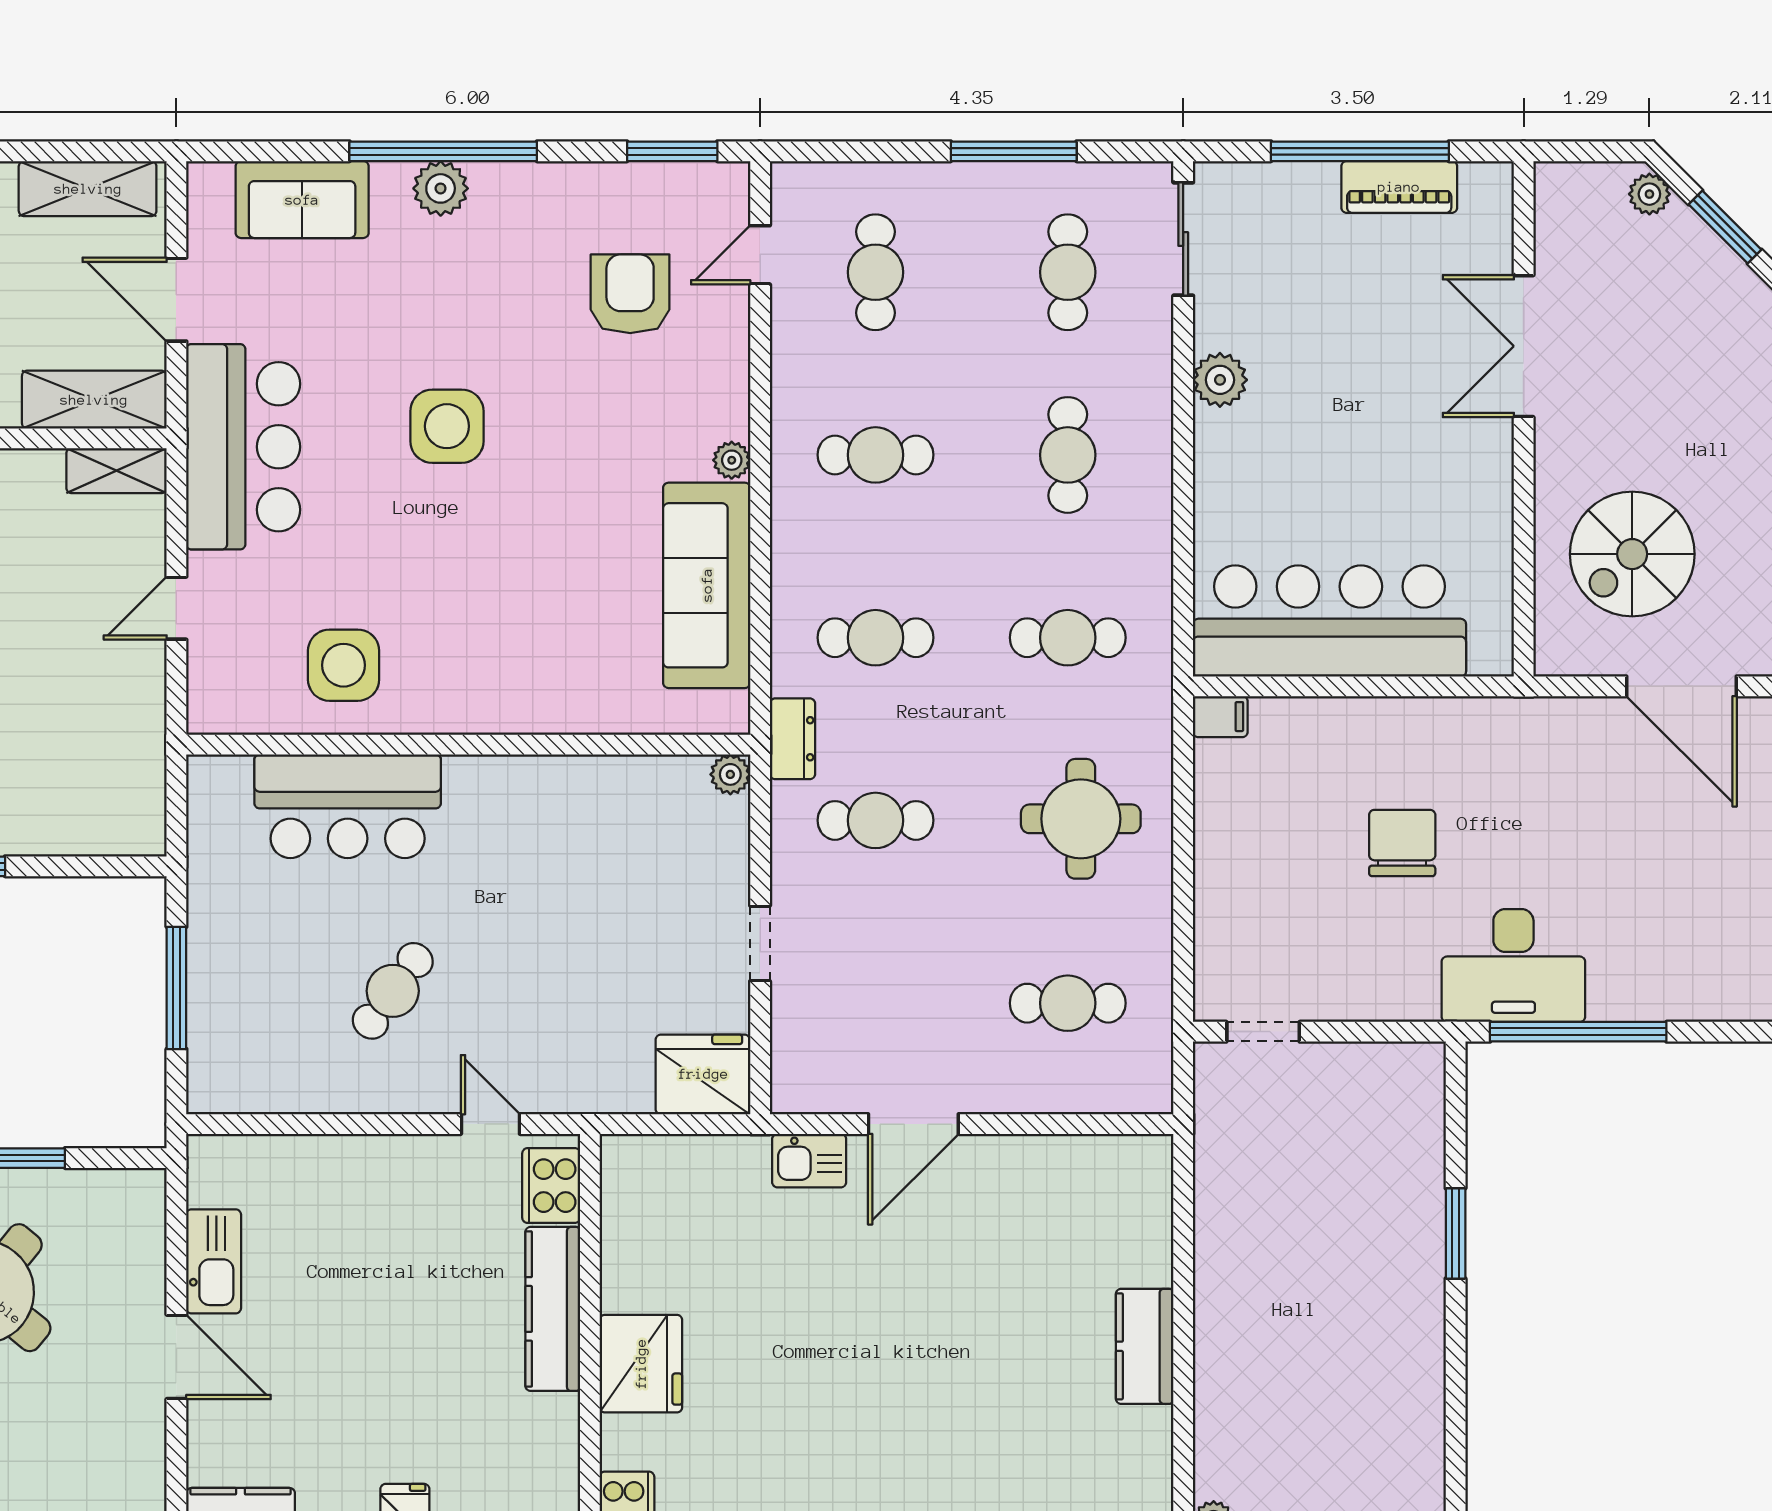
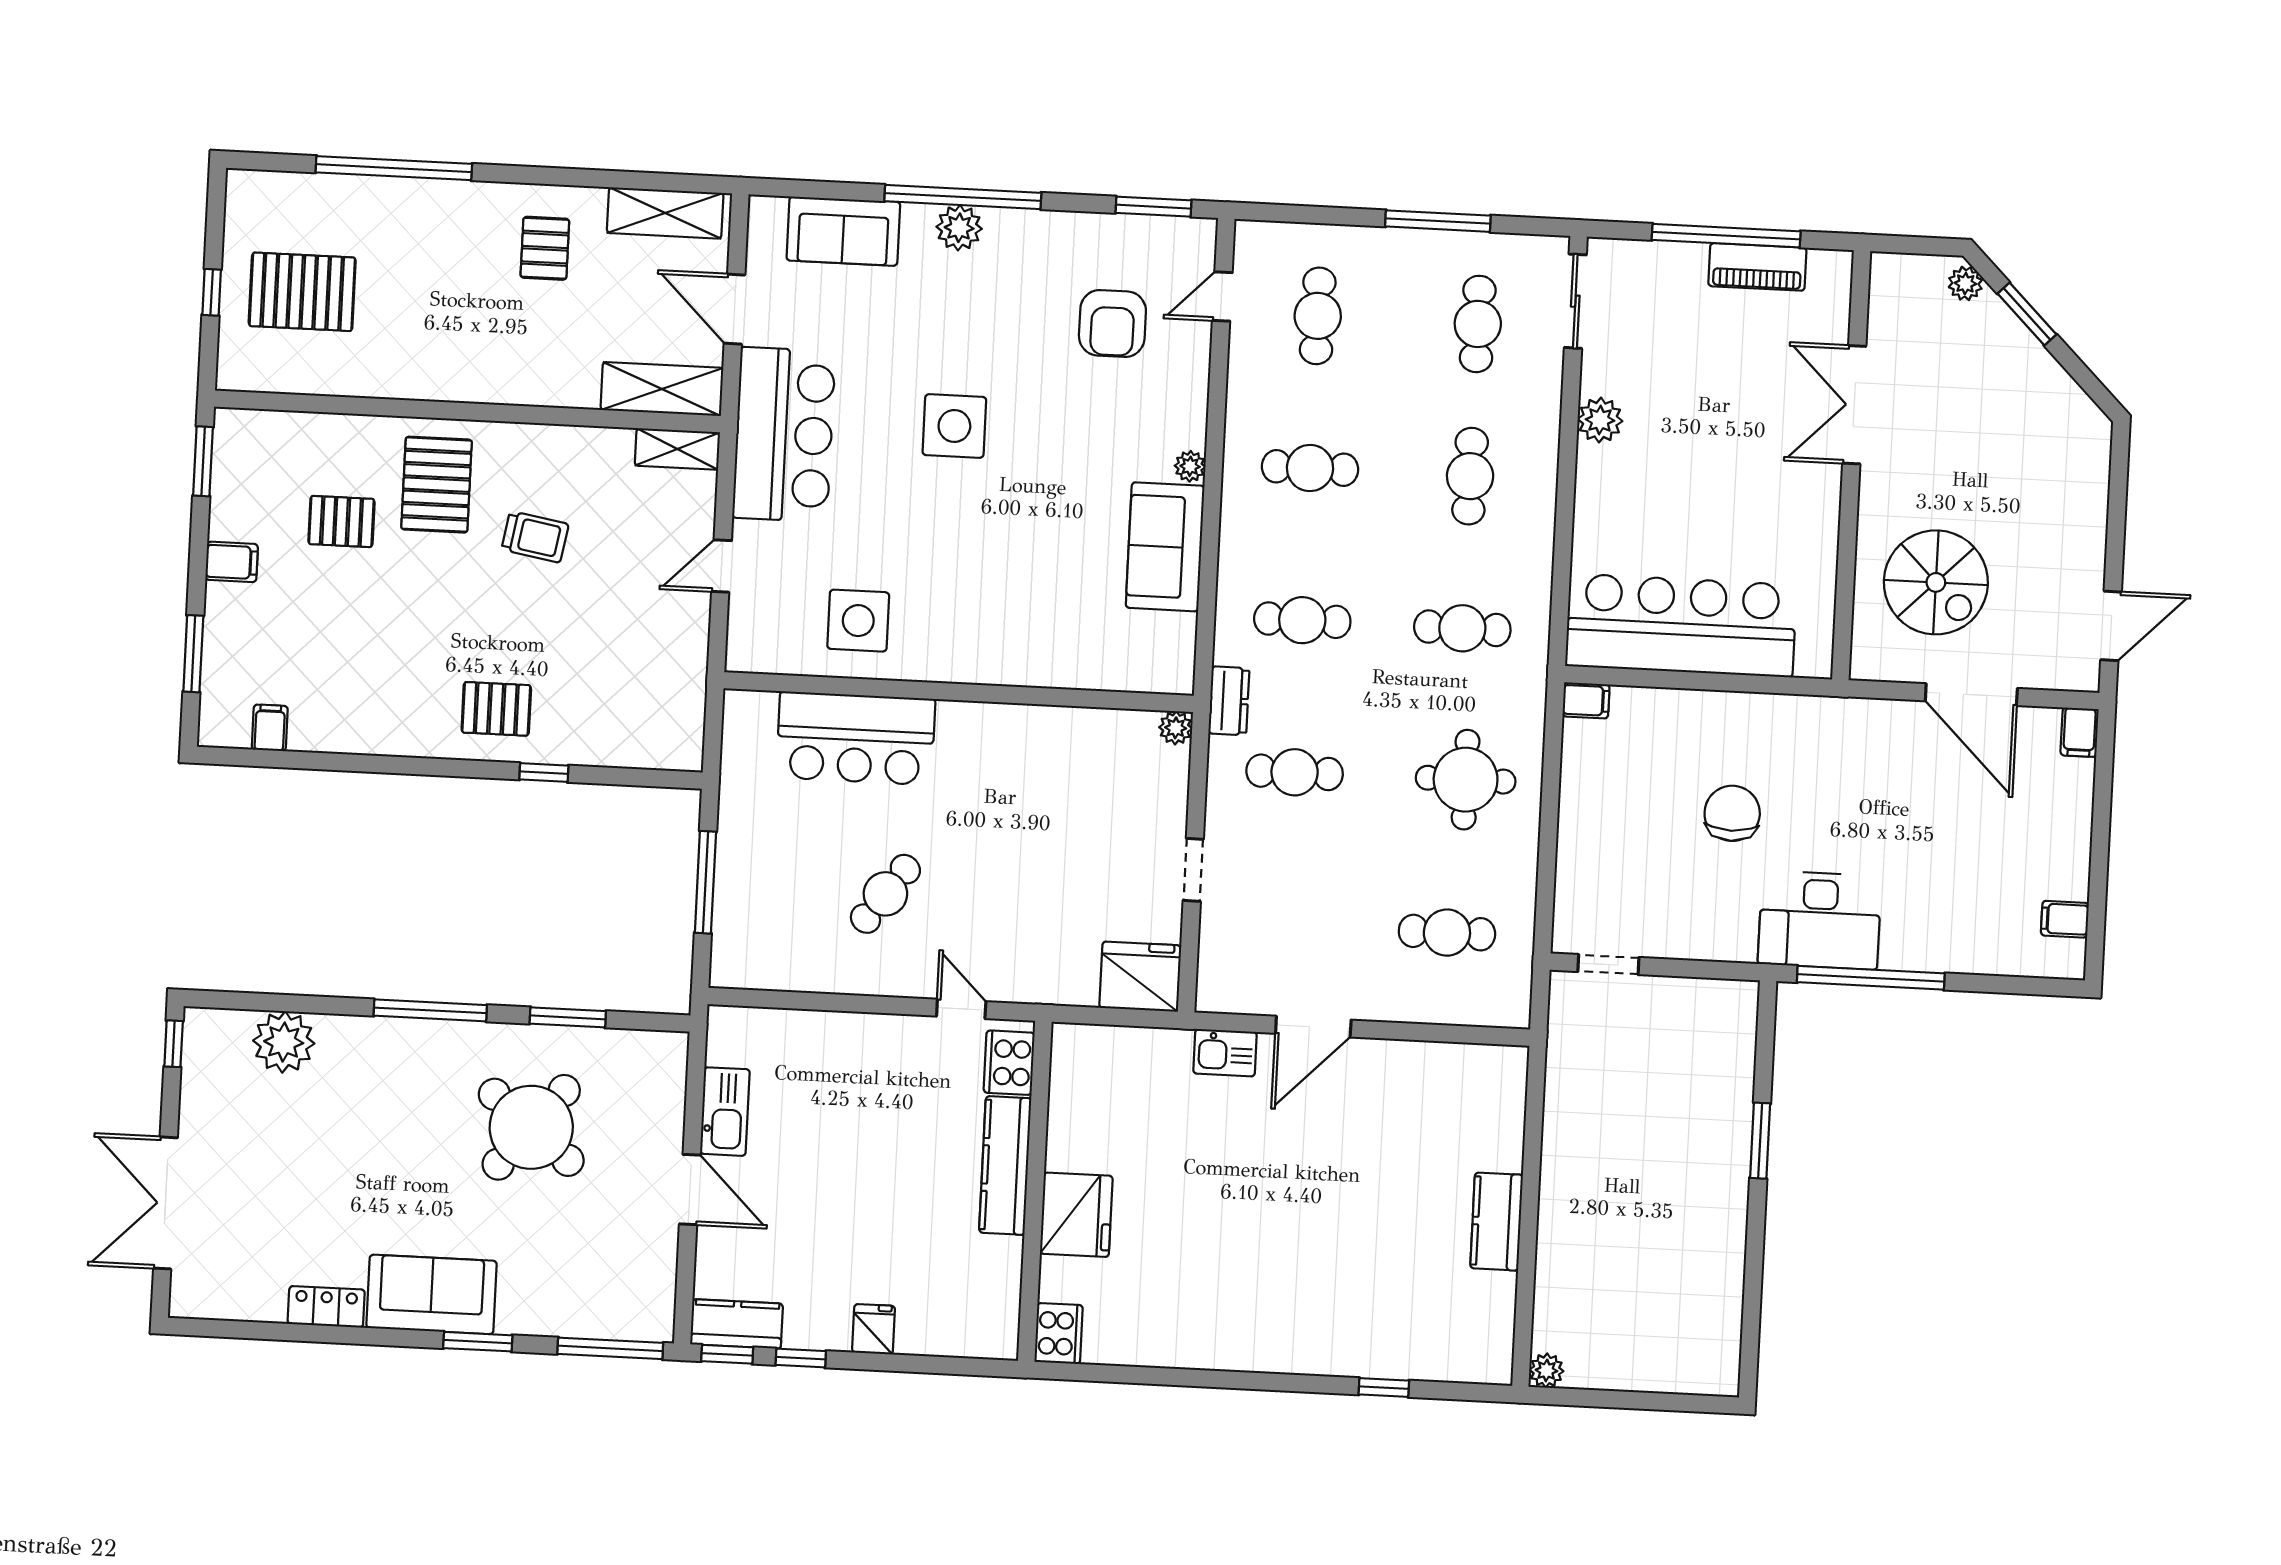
armchair: (630, 294) -> (1112, 324), turned 180
spiral stairs: (1632, 554) -> (1936, 582), turned -90
sofa: (707, 585) -> (1165, 547), width x0.73

